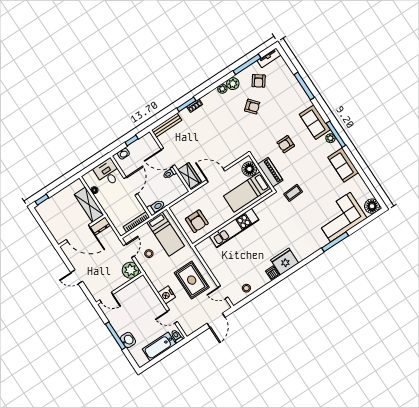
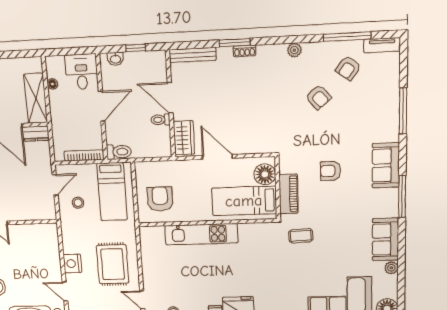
plant: (233, 84) -> (312, 51), removed
plant: (330, 138) -> (391, 268), moved
armchair: (197, 221) -> (160, 199), turned 180
plant: (131, 270) -> (44, 209), removed

